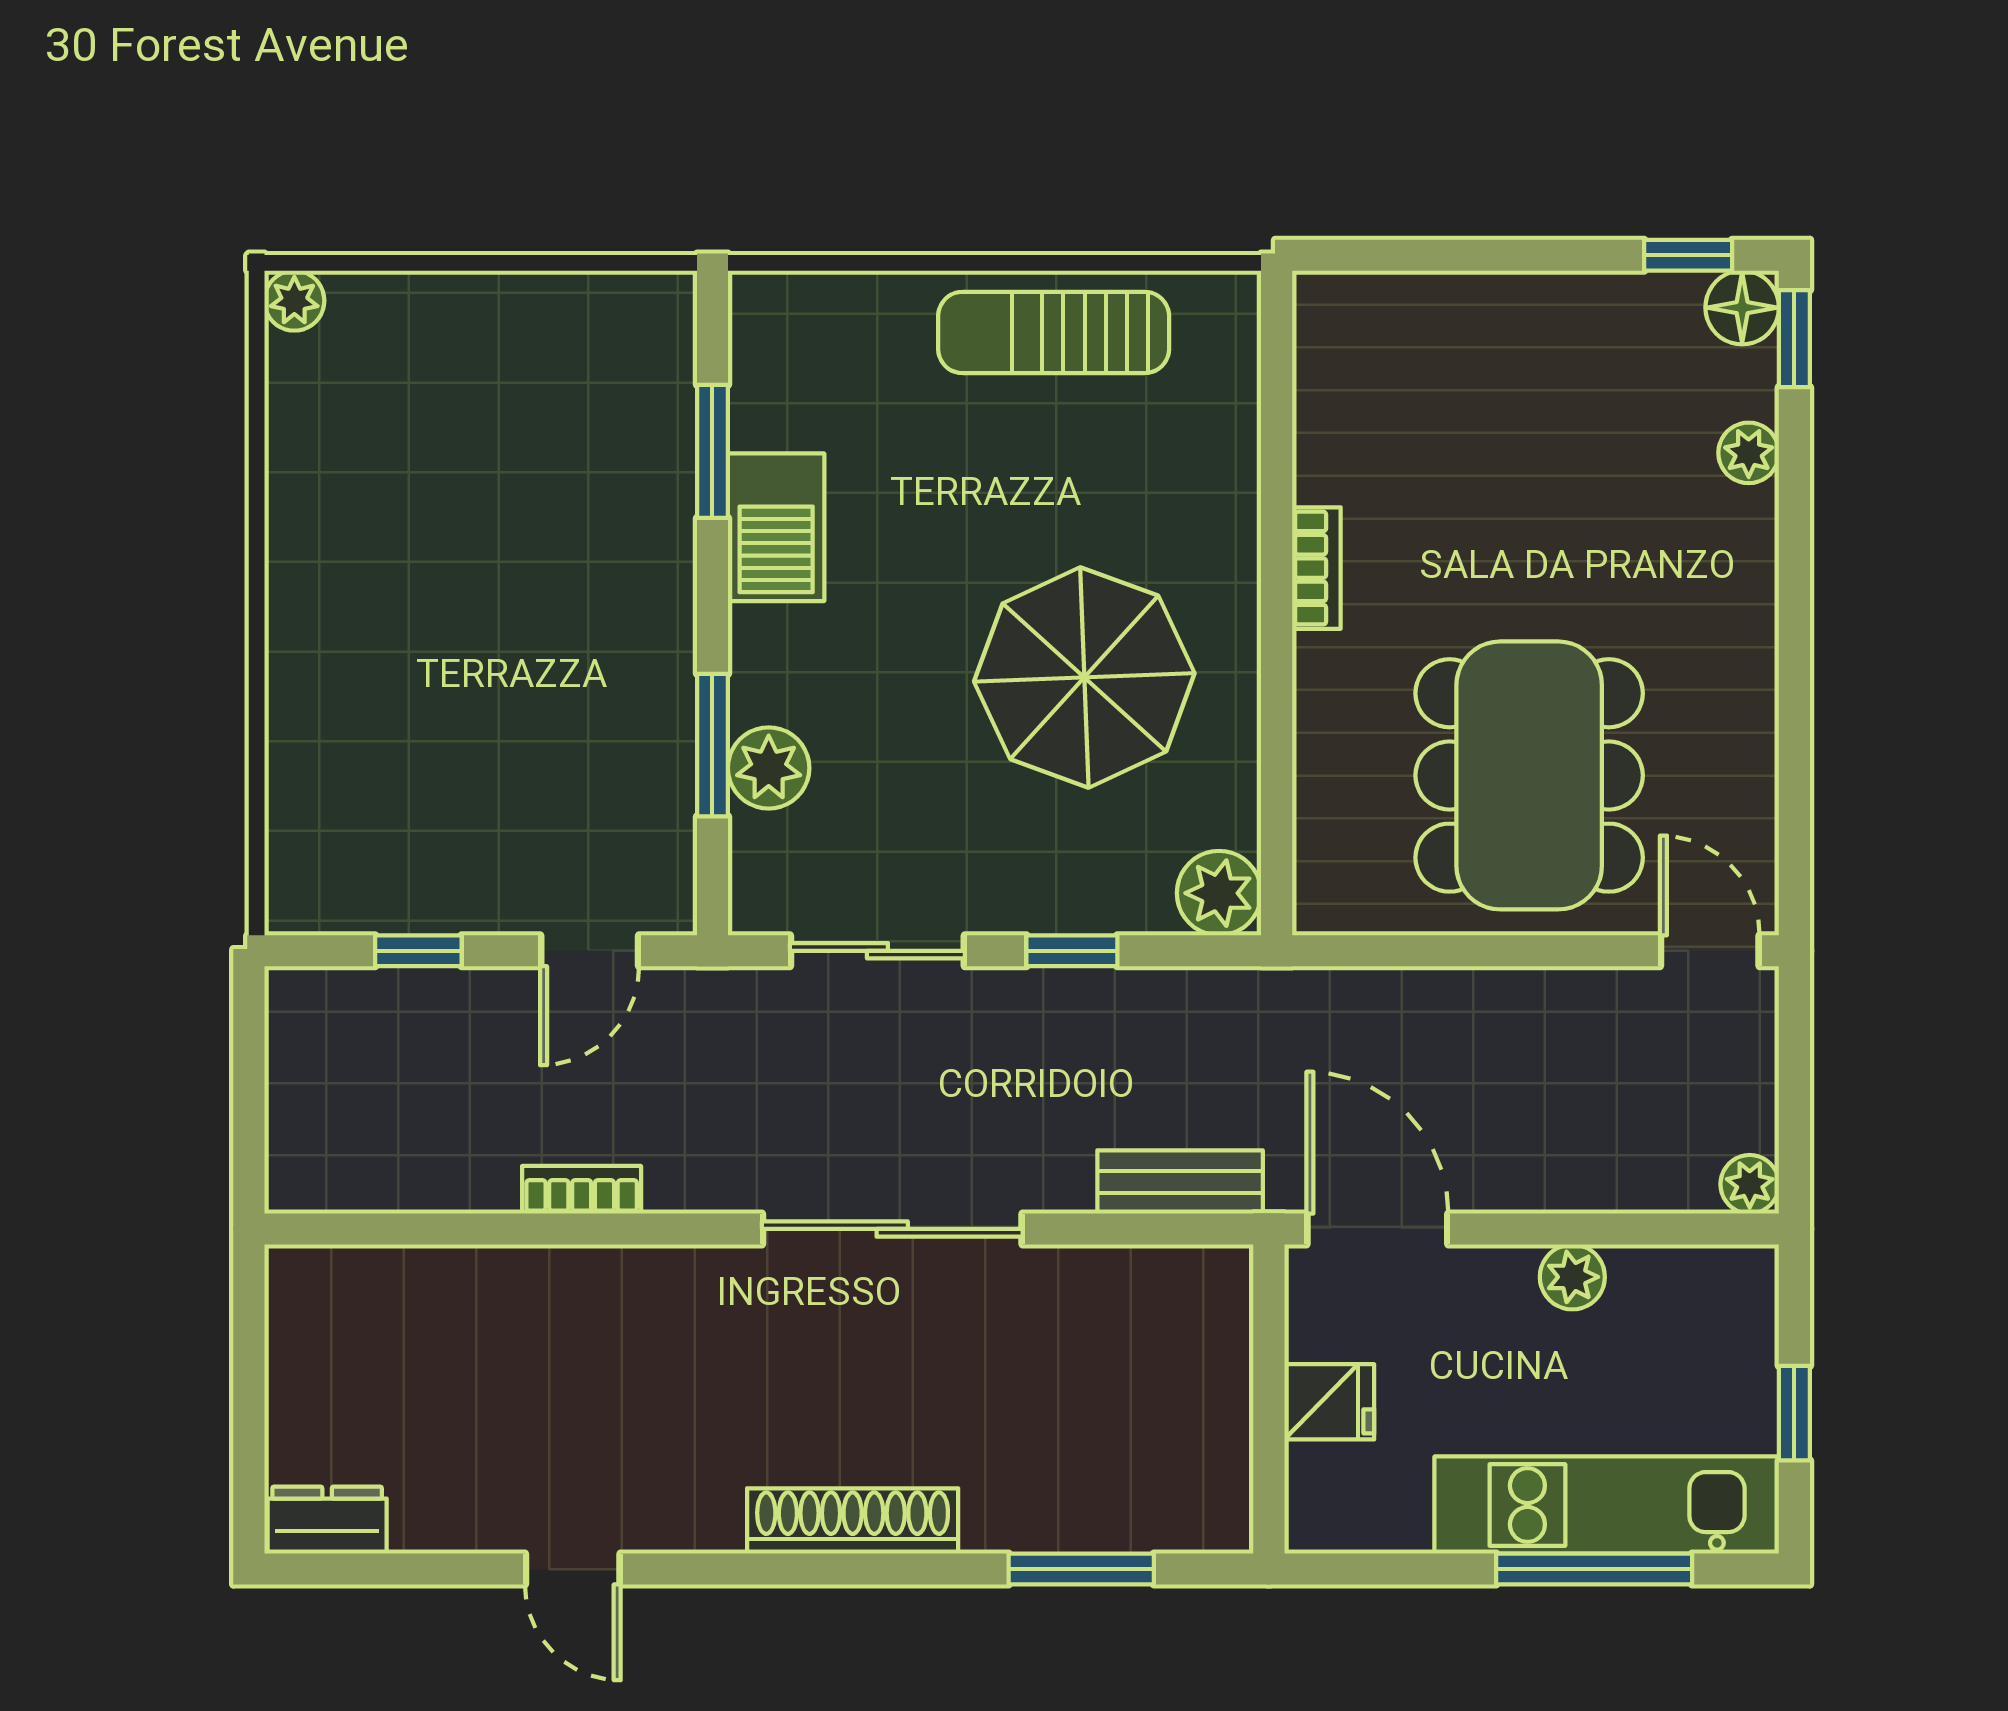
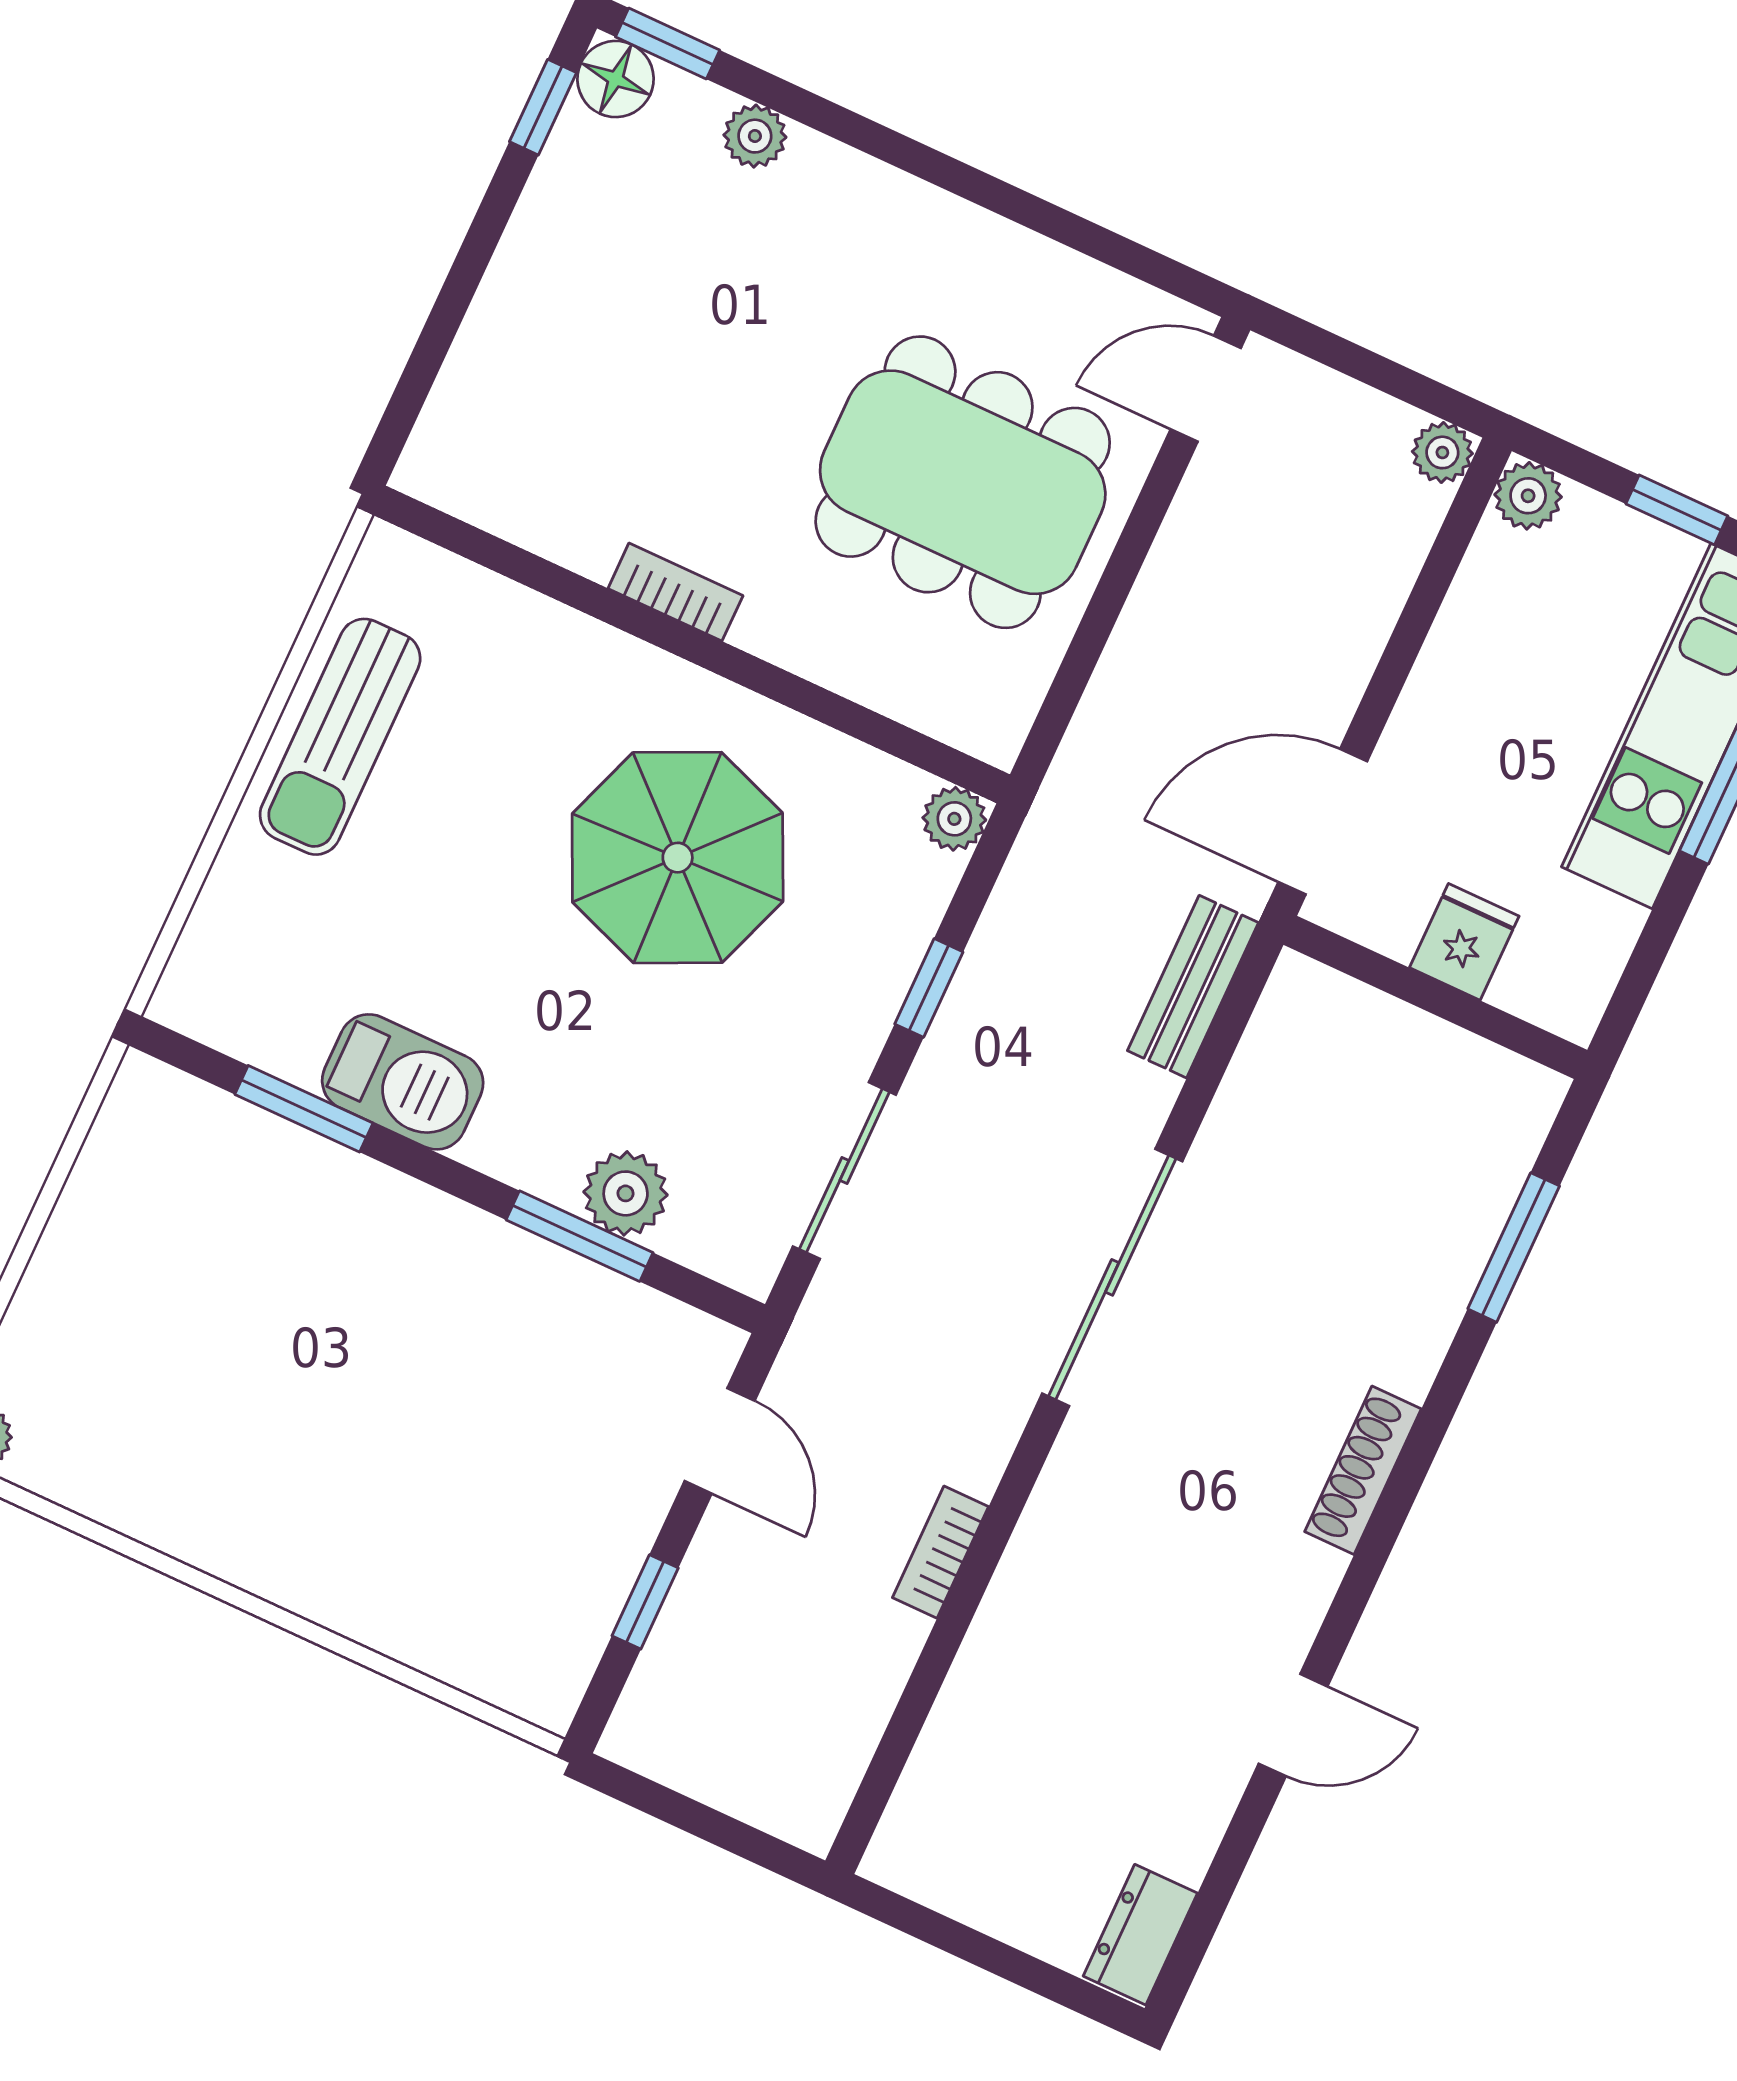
plant: (1219, 893) -> (954, 819), width x0.73, depth x0.73
plant: (1572, 1277) -> (1528, 496), moved
shoe rack: (853, 1521) -> (1363, 1470), width x0.74, depth x0.81

